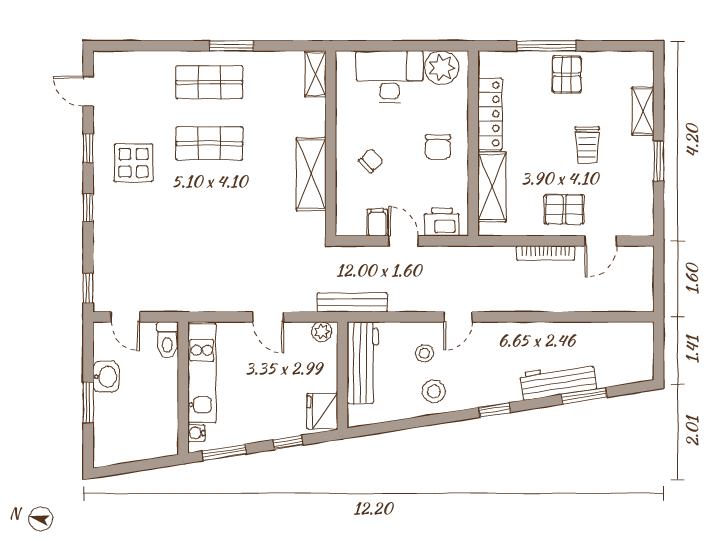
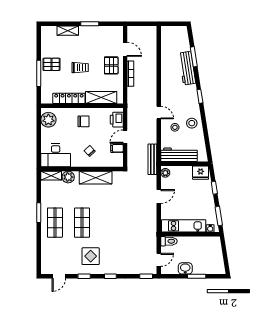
desk: (390, 77) -> (56, 155), moved, turned -90
plant: (312, 112) -> (68, 177), added
trolley: (587, 145) -> (80, 68), moved

